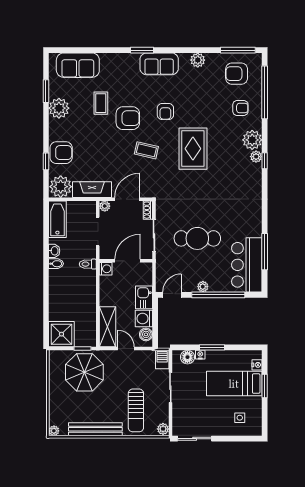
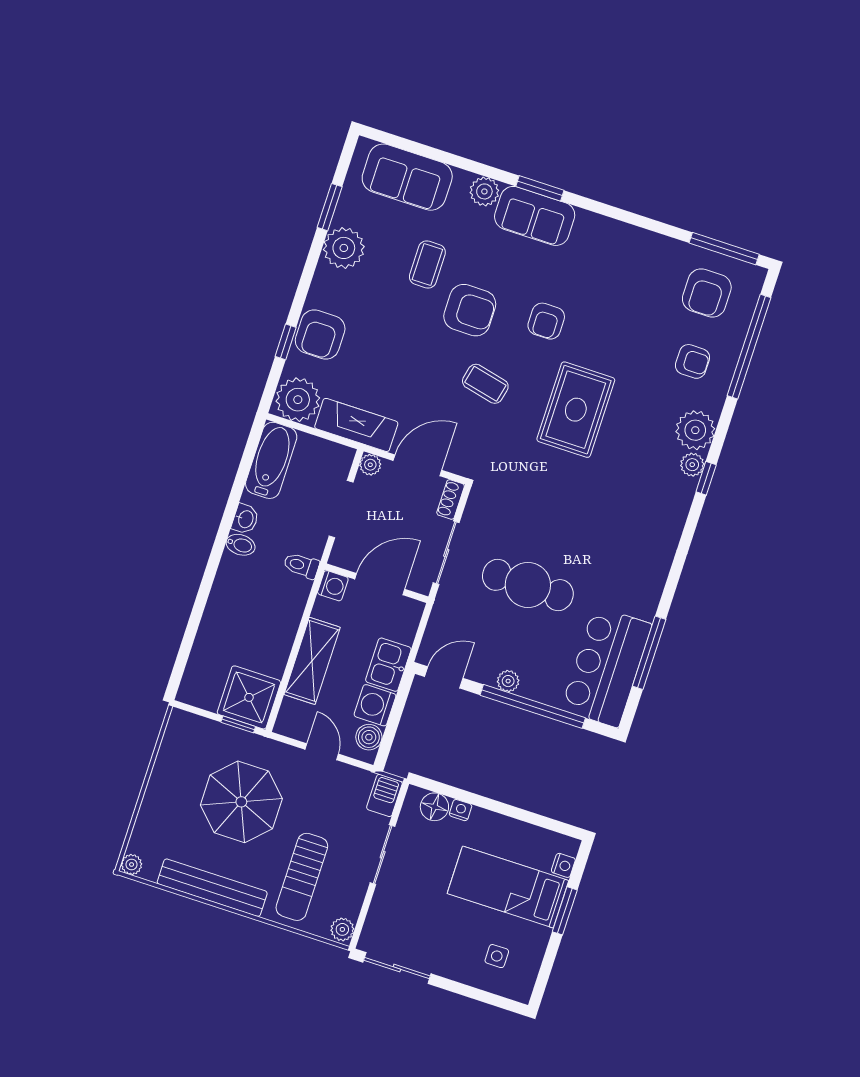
plant: (198, 60) -> (484, 191), moved
sofa: (159, 64) -> (535, 216), moved
armchair: (237, 74) -> (707, 293), turned -90
armchair: (61, 153) -> (320, 335), turned 90
shelving: (108, 327) -> (312, 661), moved
shower: (61, 334) -> (249, 697), moved
window: (212, 347) -> (487, 804), removed
parasol: (84, 372) -> (241, 802), moved

